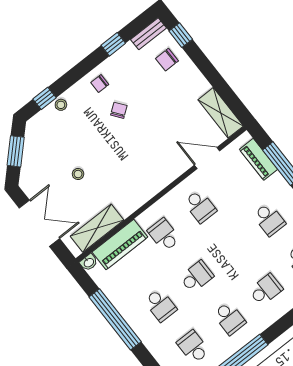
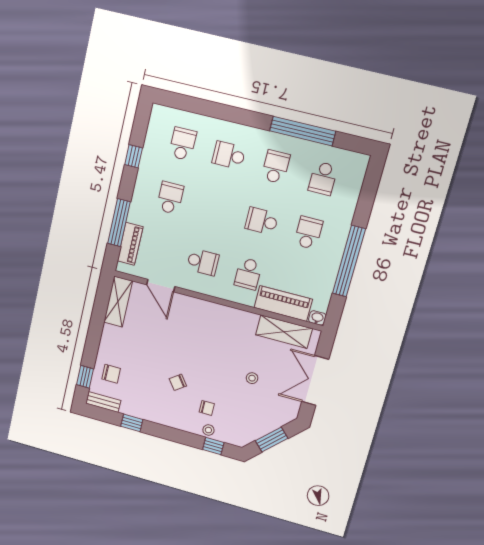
chair: (100, 84) -> (207, 408), moved
school desk: (200, 206) -> (203, 262), turned 90

